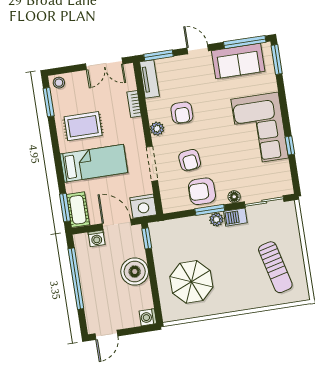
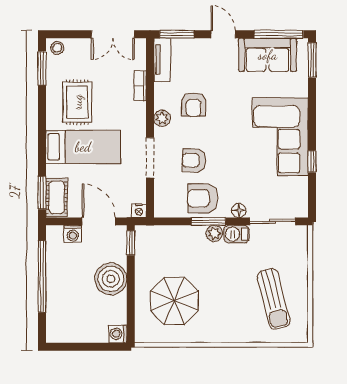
rug: (83, 126) -> (77, 102), turned 90
armchair: (190, 160) -> (194, 160), turned 99
nightstand: (143, 206) -> (139, 211), width x0.53, depth x0.56
door: (106, 335) -> (67, 347), removed

